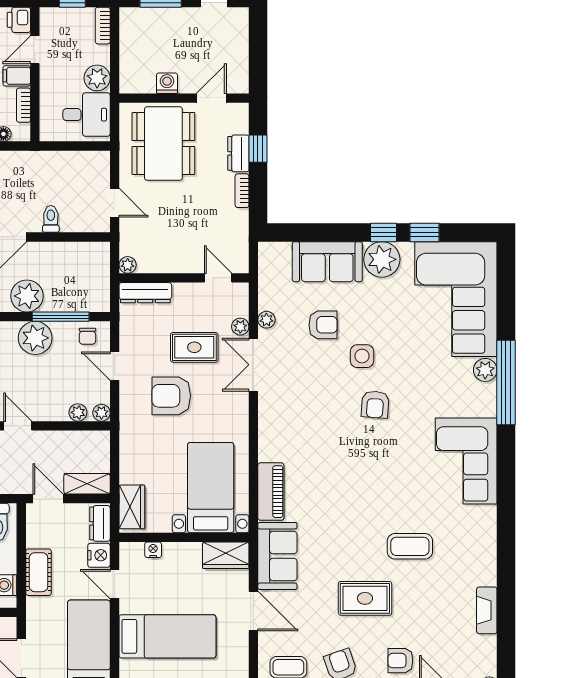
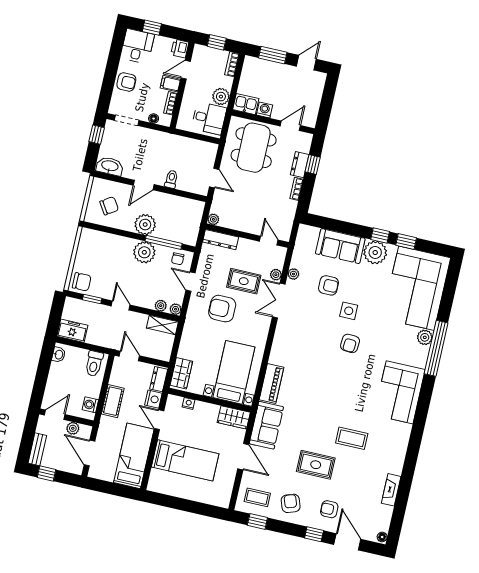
kitchen sink: (137, 81) -> (246, 104), added
shelving: (87, 484) -> (162, 325), moved

